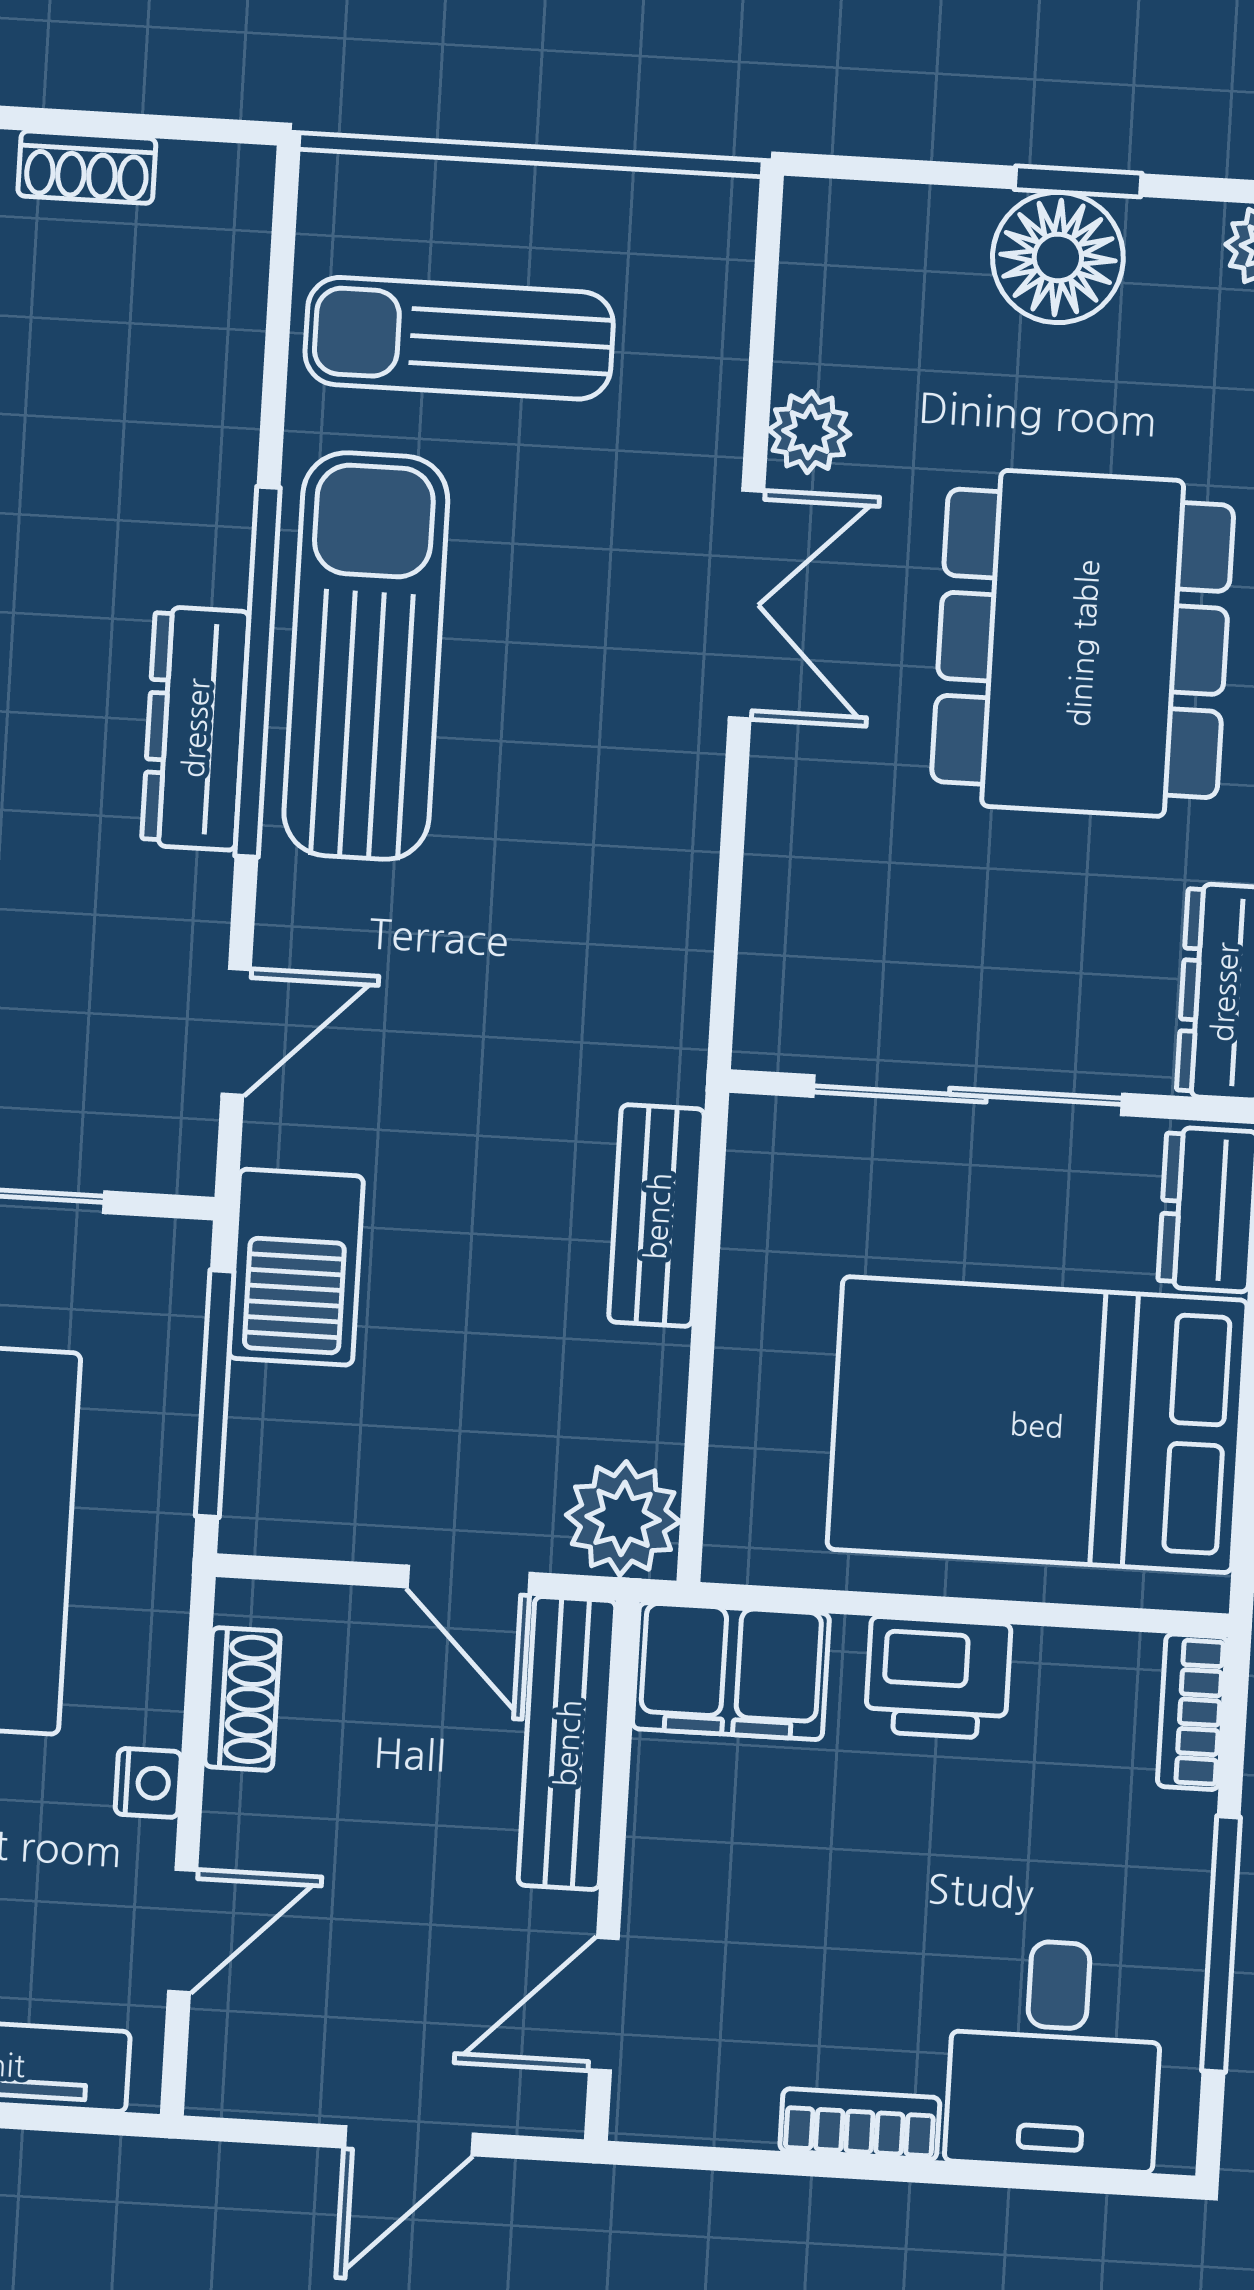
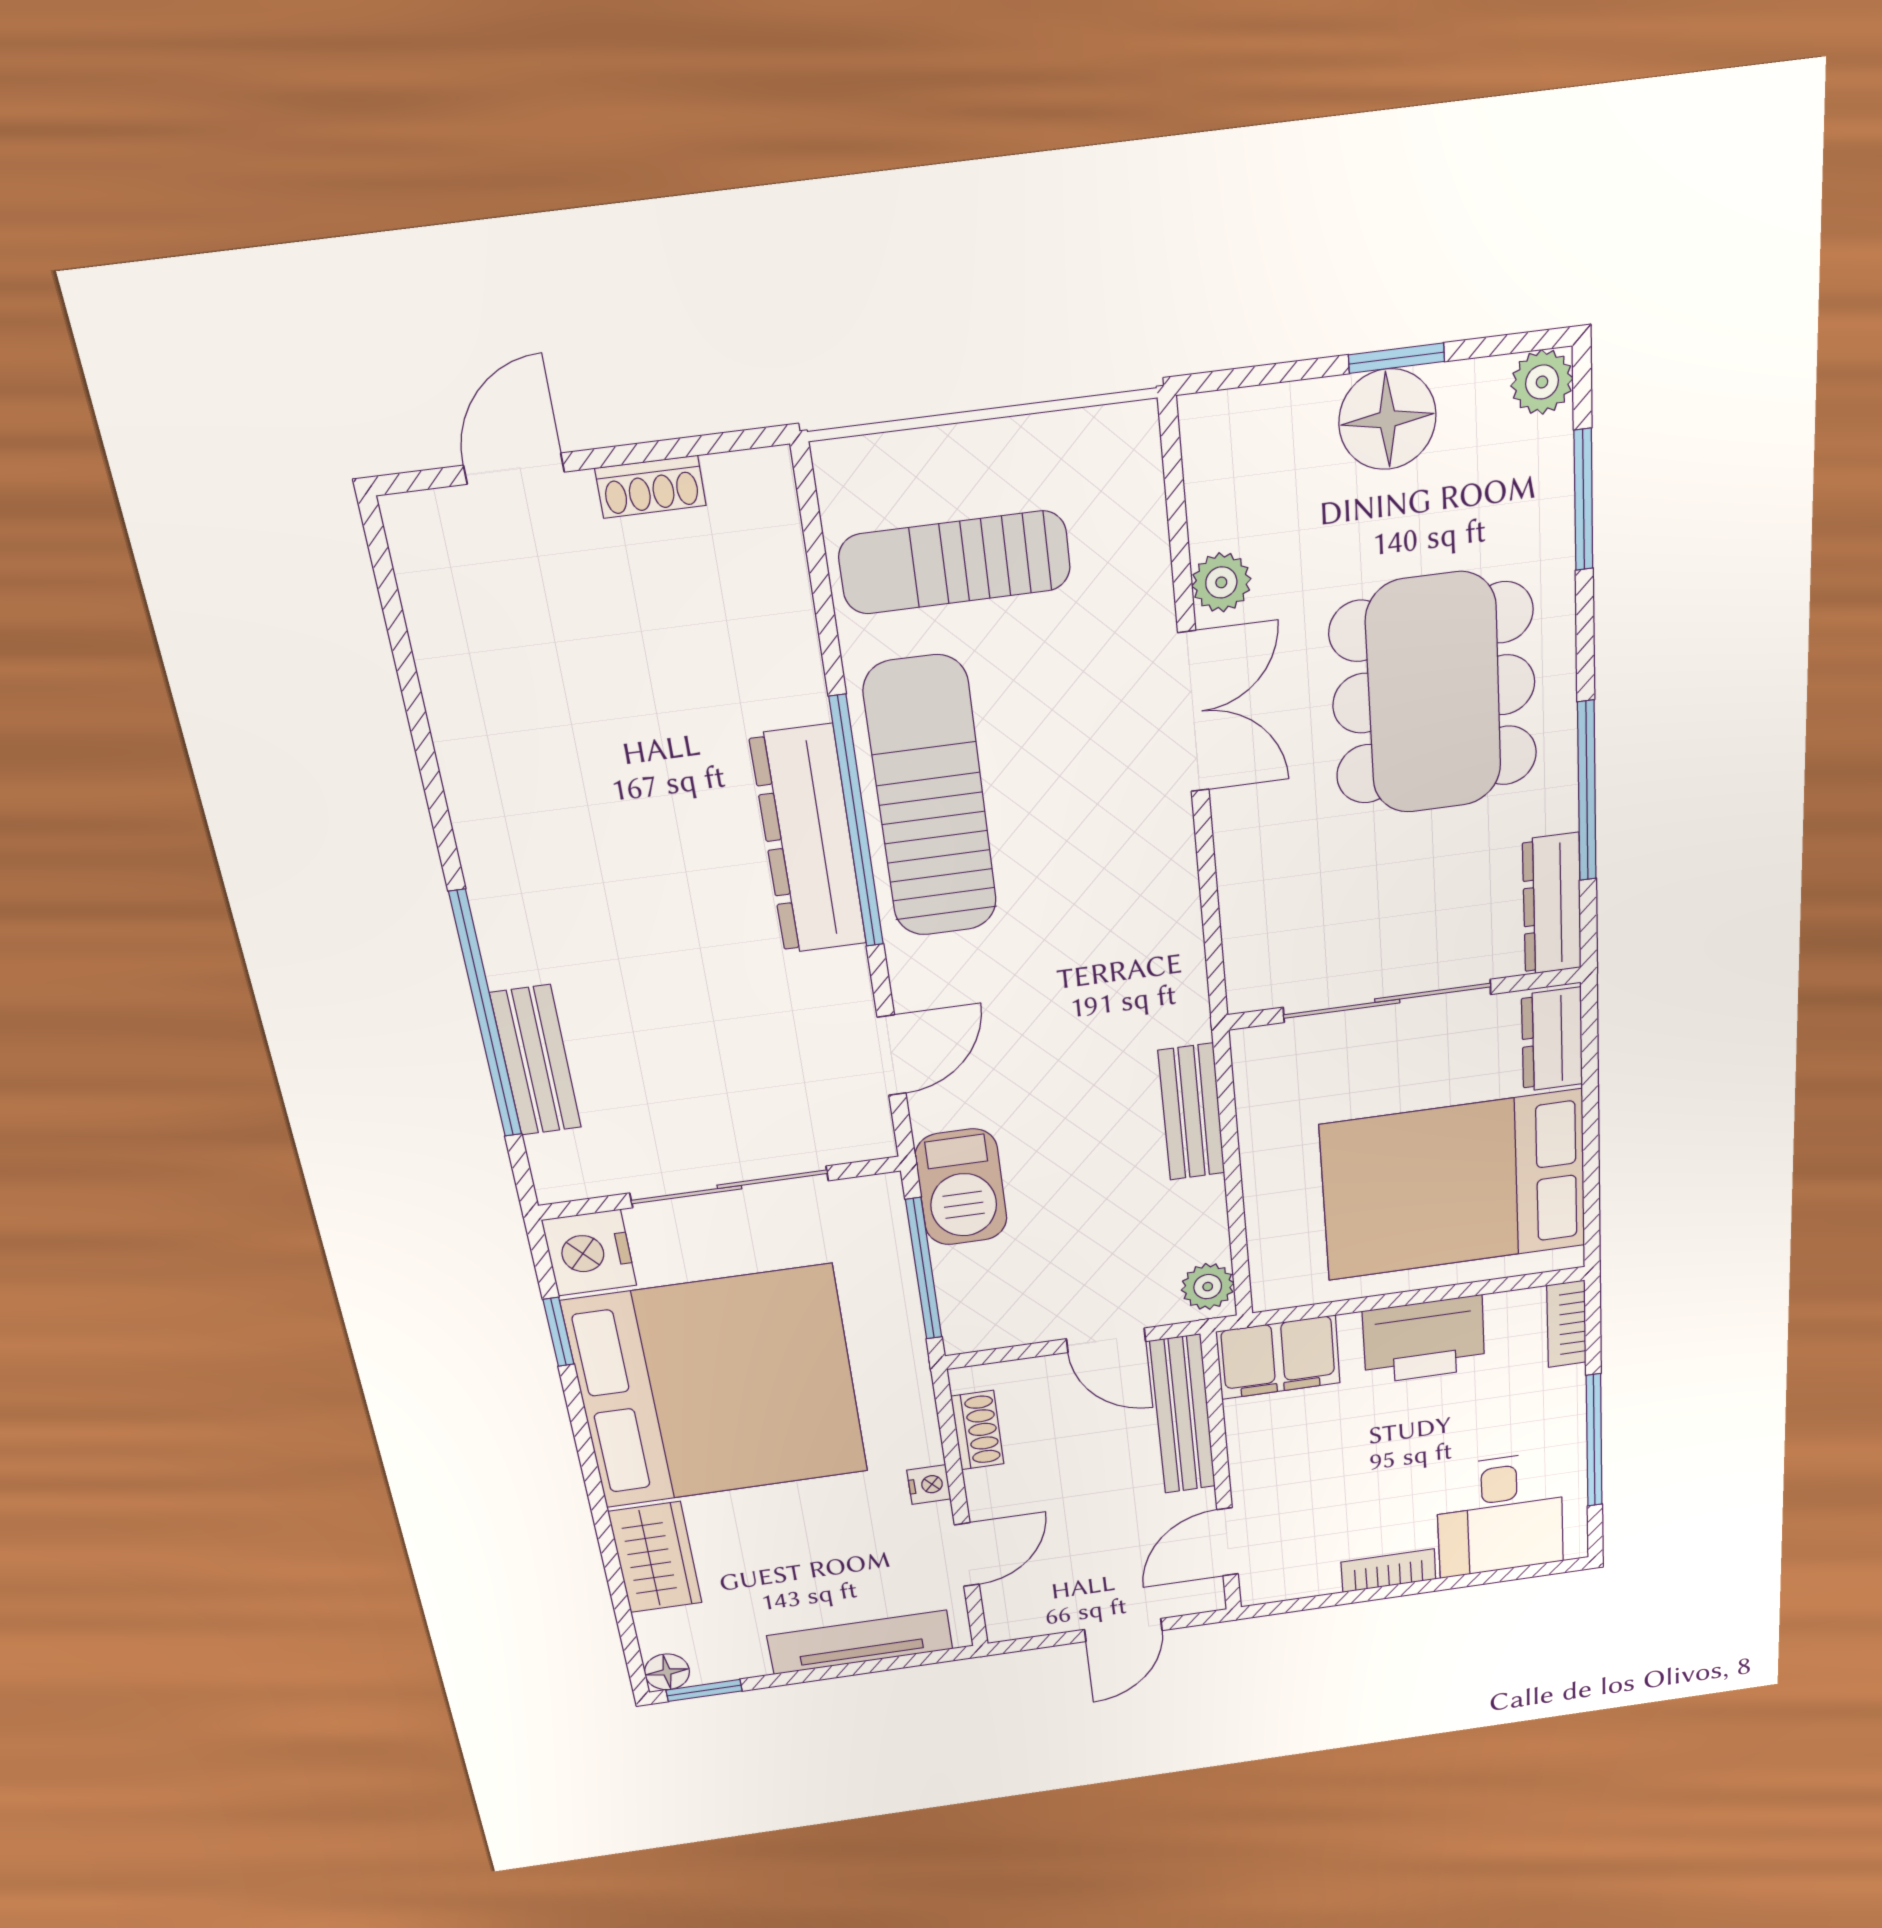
dresser: (195, 728) -> (808, 841), width x1.37, depth x1.24
plant: (623, 1518) -> (1208, 1287), width x0.73, depth x0.73
printer: (938, 1678) -> (1424, 1340), width x1.37, depth x1.19

